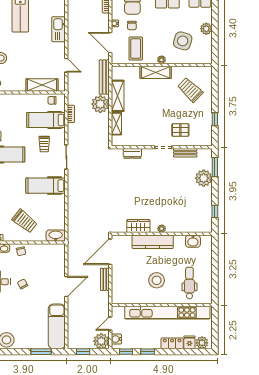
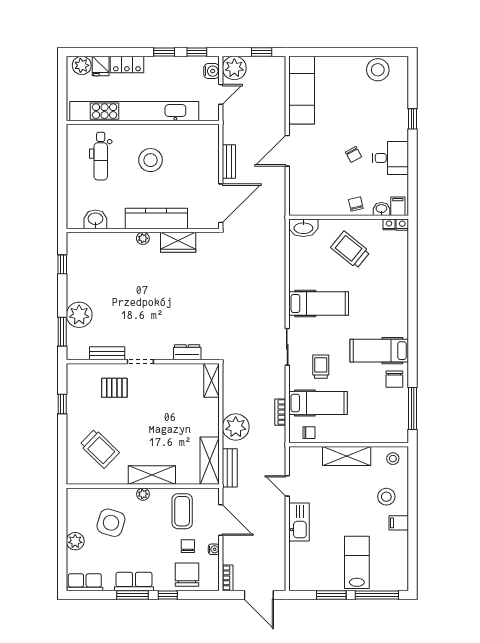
kitchen sink: (59, 29) -> (299, 522), moved
bench: (104, 77) -> (230, 468), width x0.73
shelving: (42, 85) -> (347, 456), moved
shelving: (118, 96) -> (210, 461), moved
shelving: (116, 124) -> (211, 380), moved
window: (41, 352) -> (326, 52), removed

